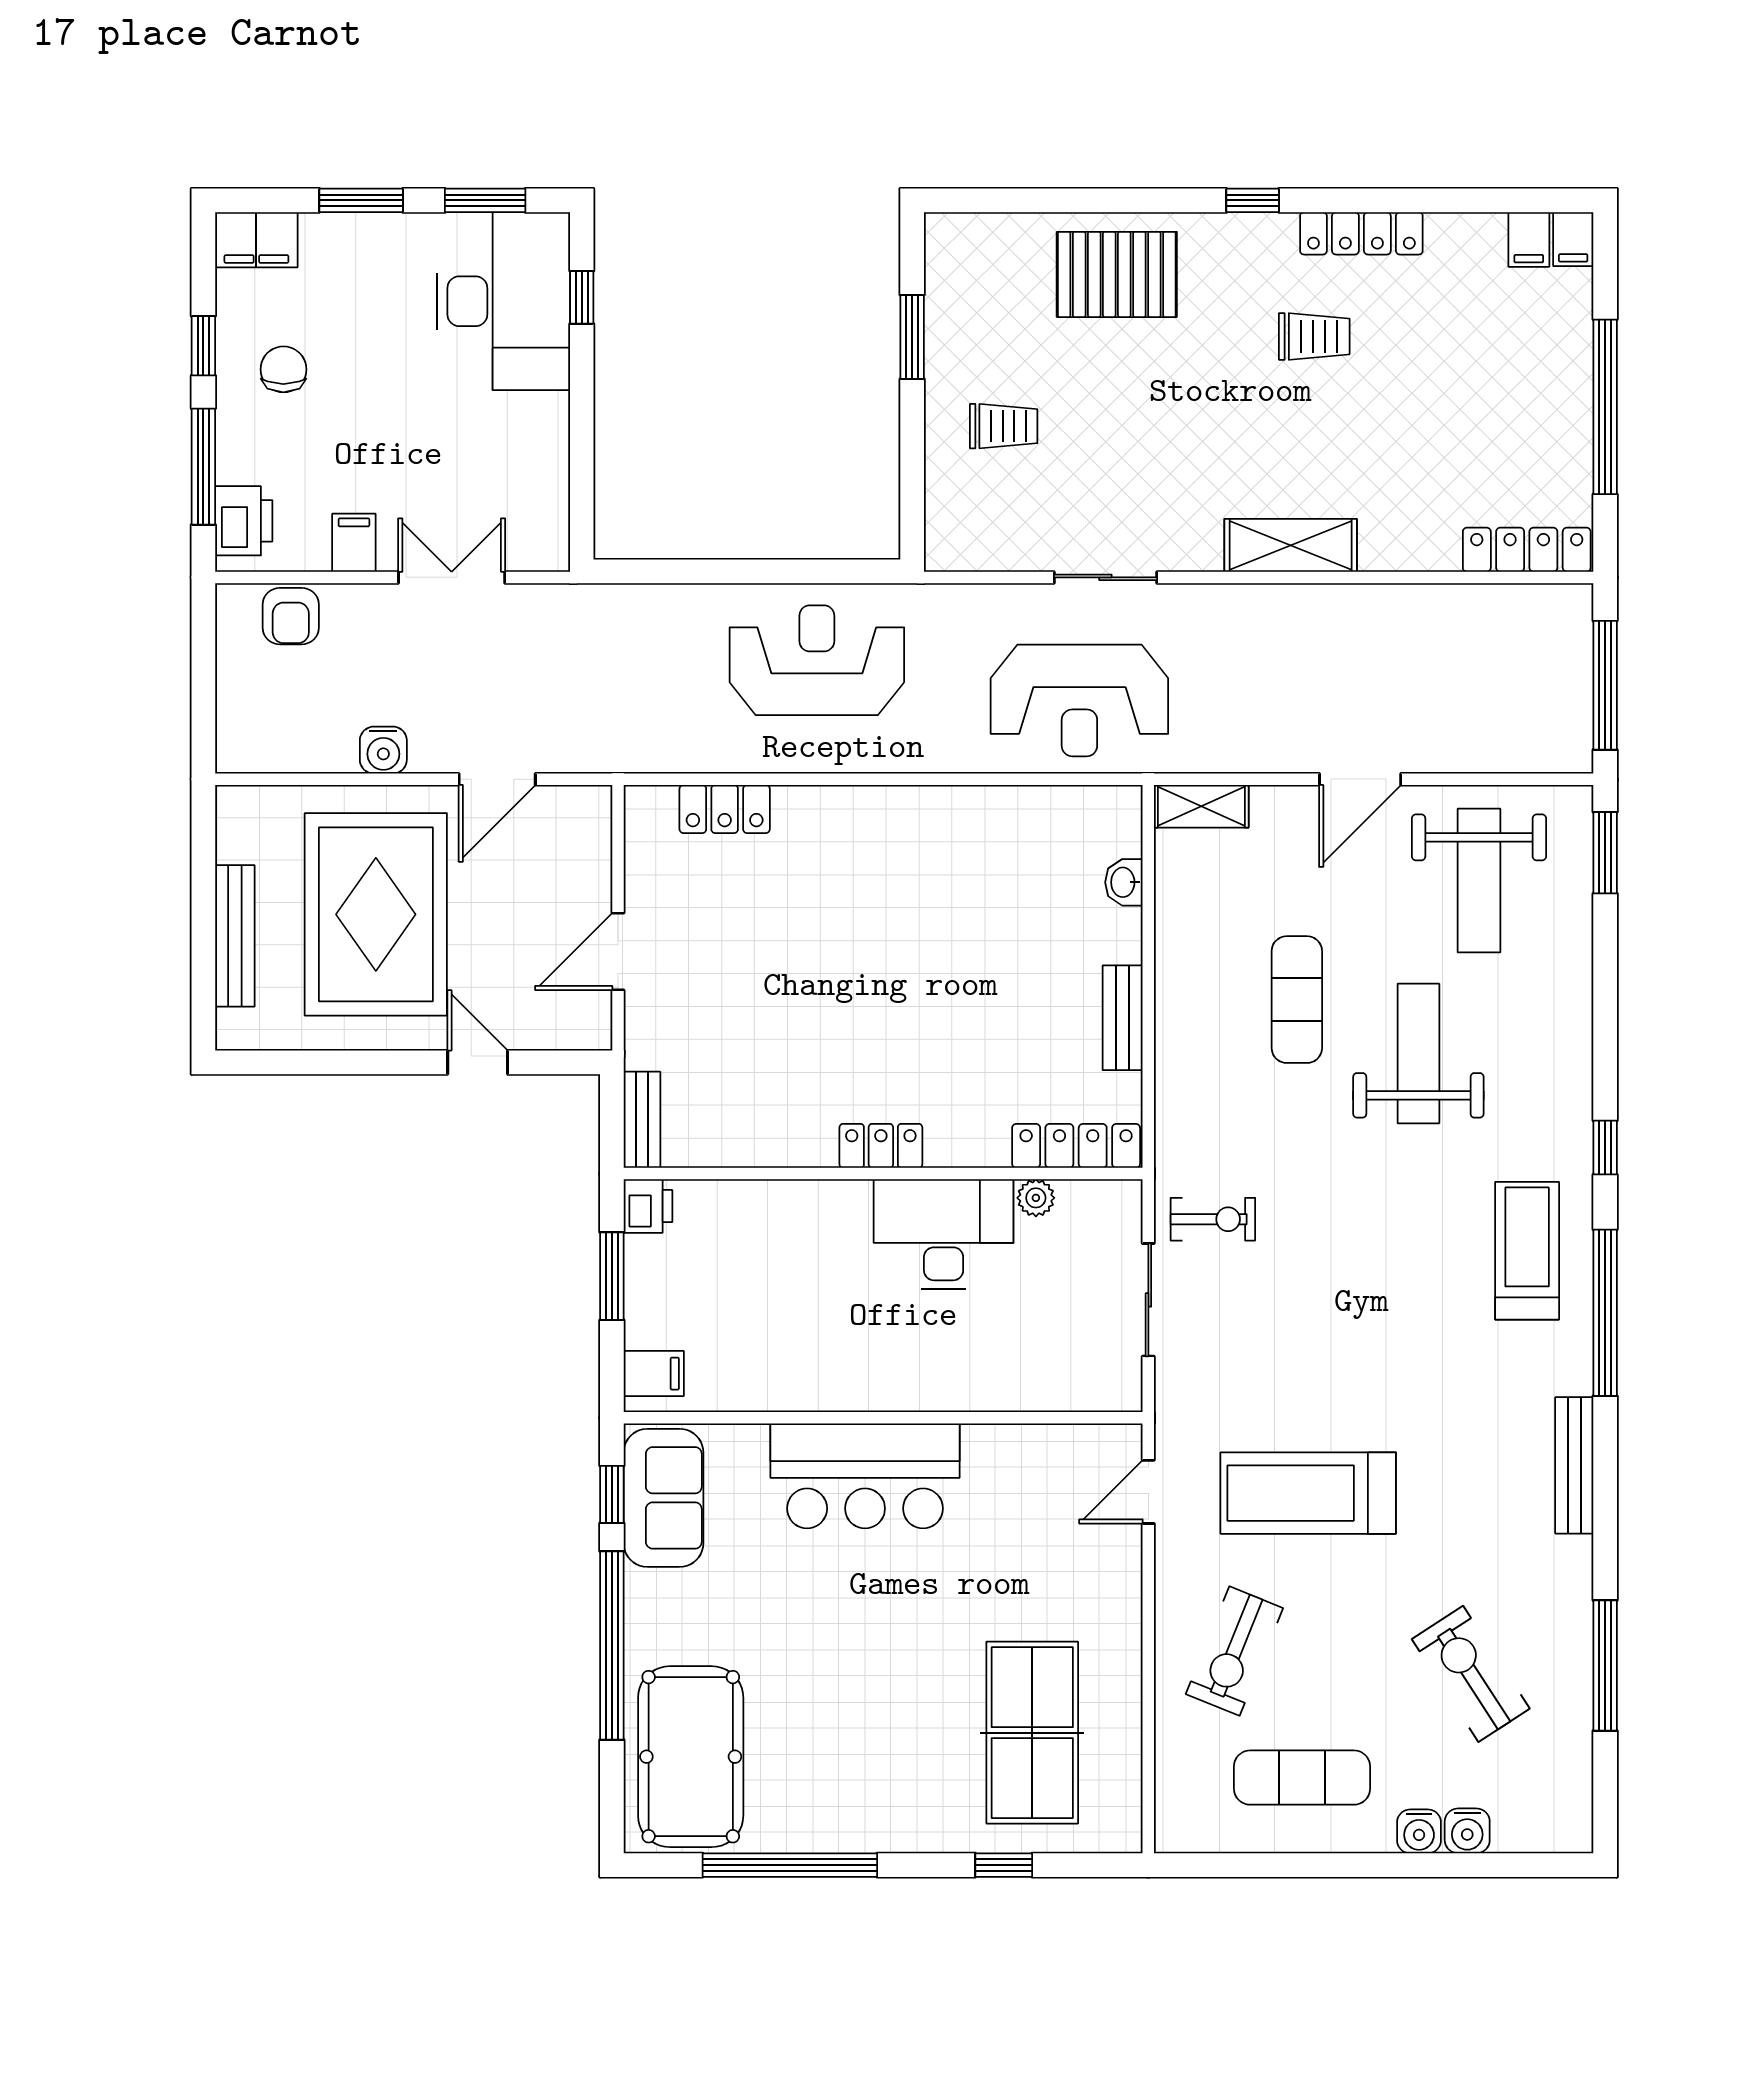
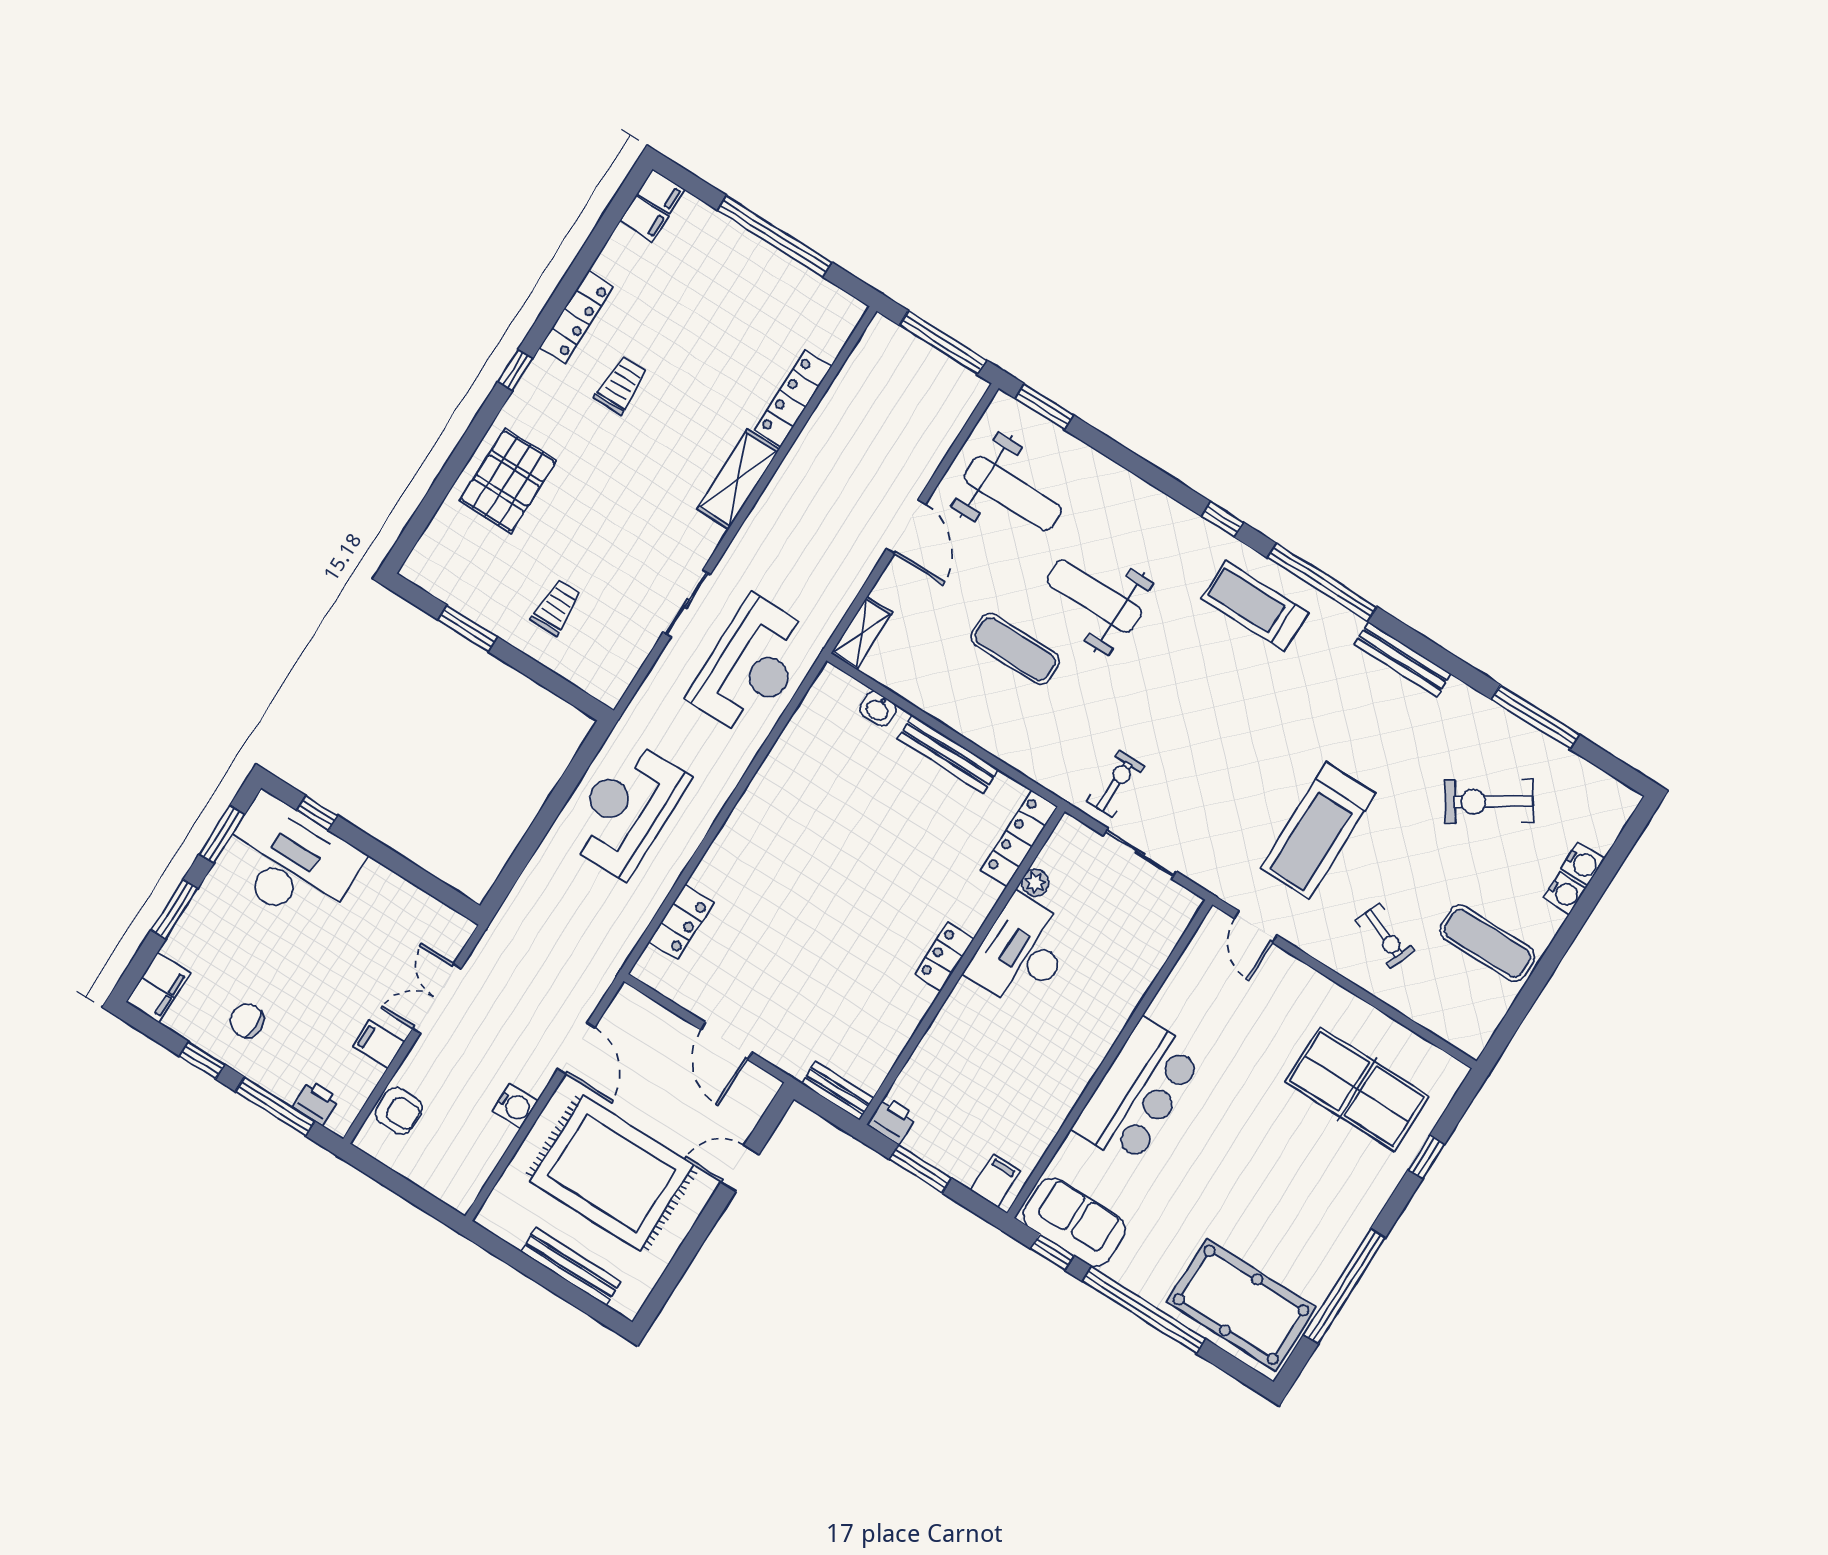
printer: (244, 521) -> (316, 1102), width x0.73, depth x0.81
locker: (1527, 550) -> (793, 398), moved
bench: (1123, 1018) -> (948, 754), width x1.36
exercise bike: (1234, 1651) -> (1385, 936), width x0.73, depth x0.72
exercise mat: (1302, 1778) -> (1487, 943), turned 90

